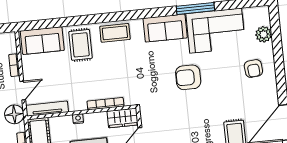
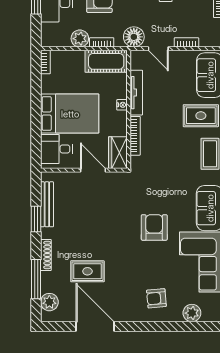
tv unit: (47, 109) -> (136, 93), moved

